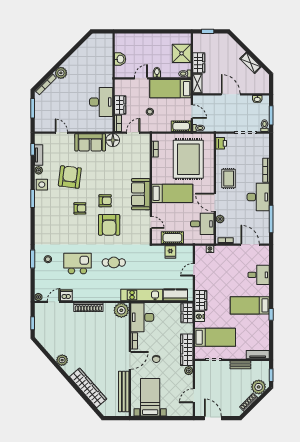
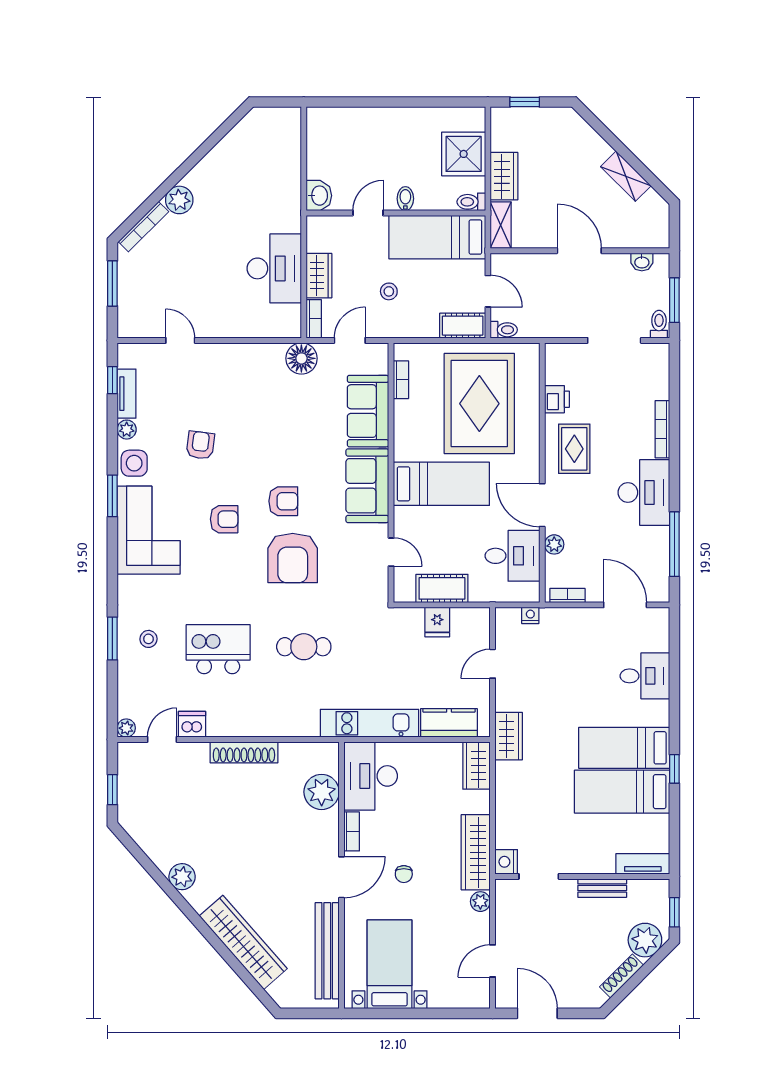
washbasin: (120, 59) -> (319, 196), moved
sofa: (90, 142) -> (368, 411), moved, turned 90
printer: (221, 143) -> (557, 399), moved
armchair: (70, 177) -> (200, 445), width x0.53, depth x0.53
corner sofa: (48, 213) -> (149, 530), added
plant: (121, 310) -> (322, 792), moved
nightstand: (200, 316) -> (506, 862), moved
bed: (215, 337) -> (622, 792), moved, turned 180

